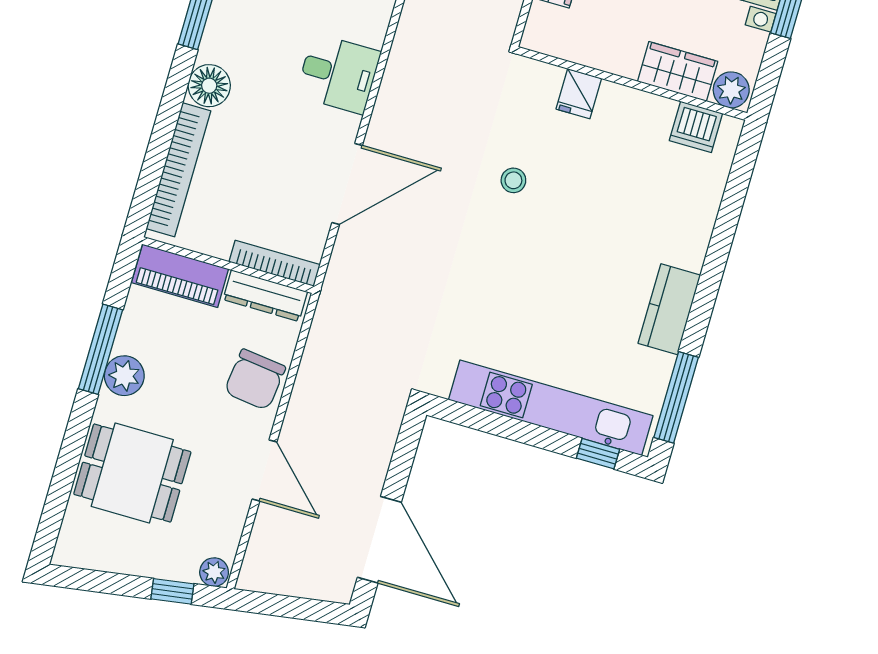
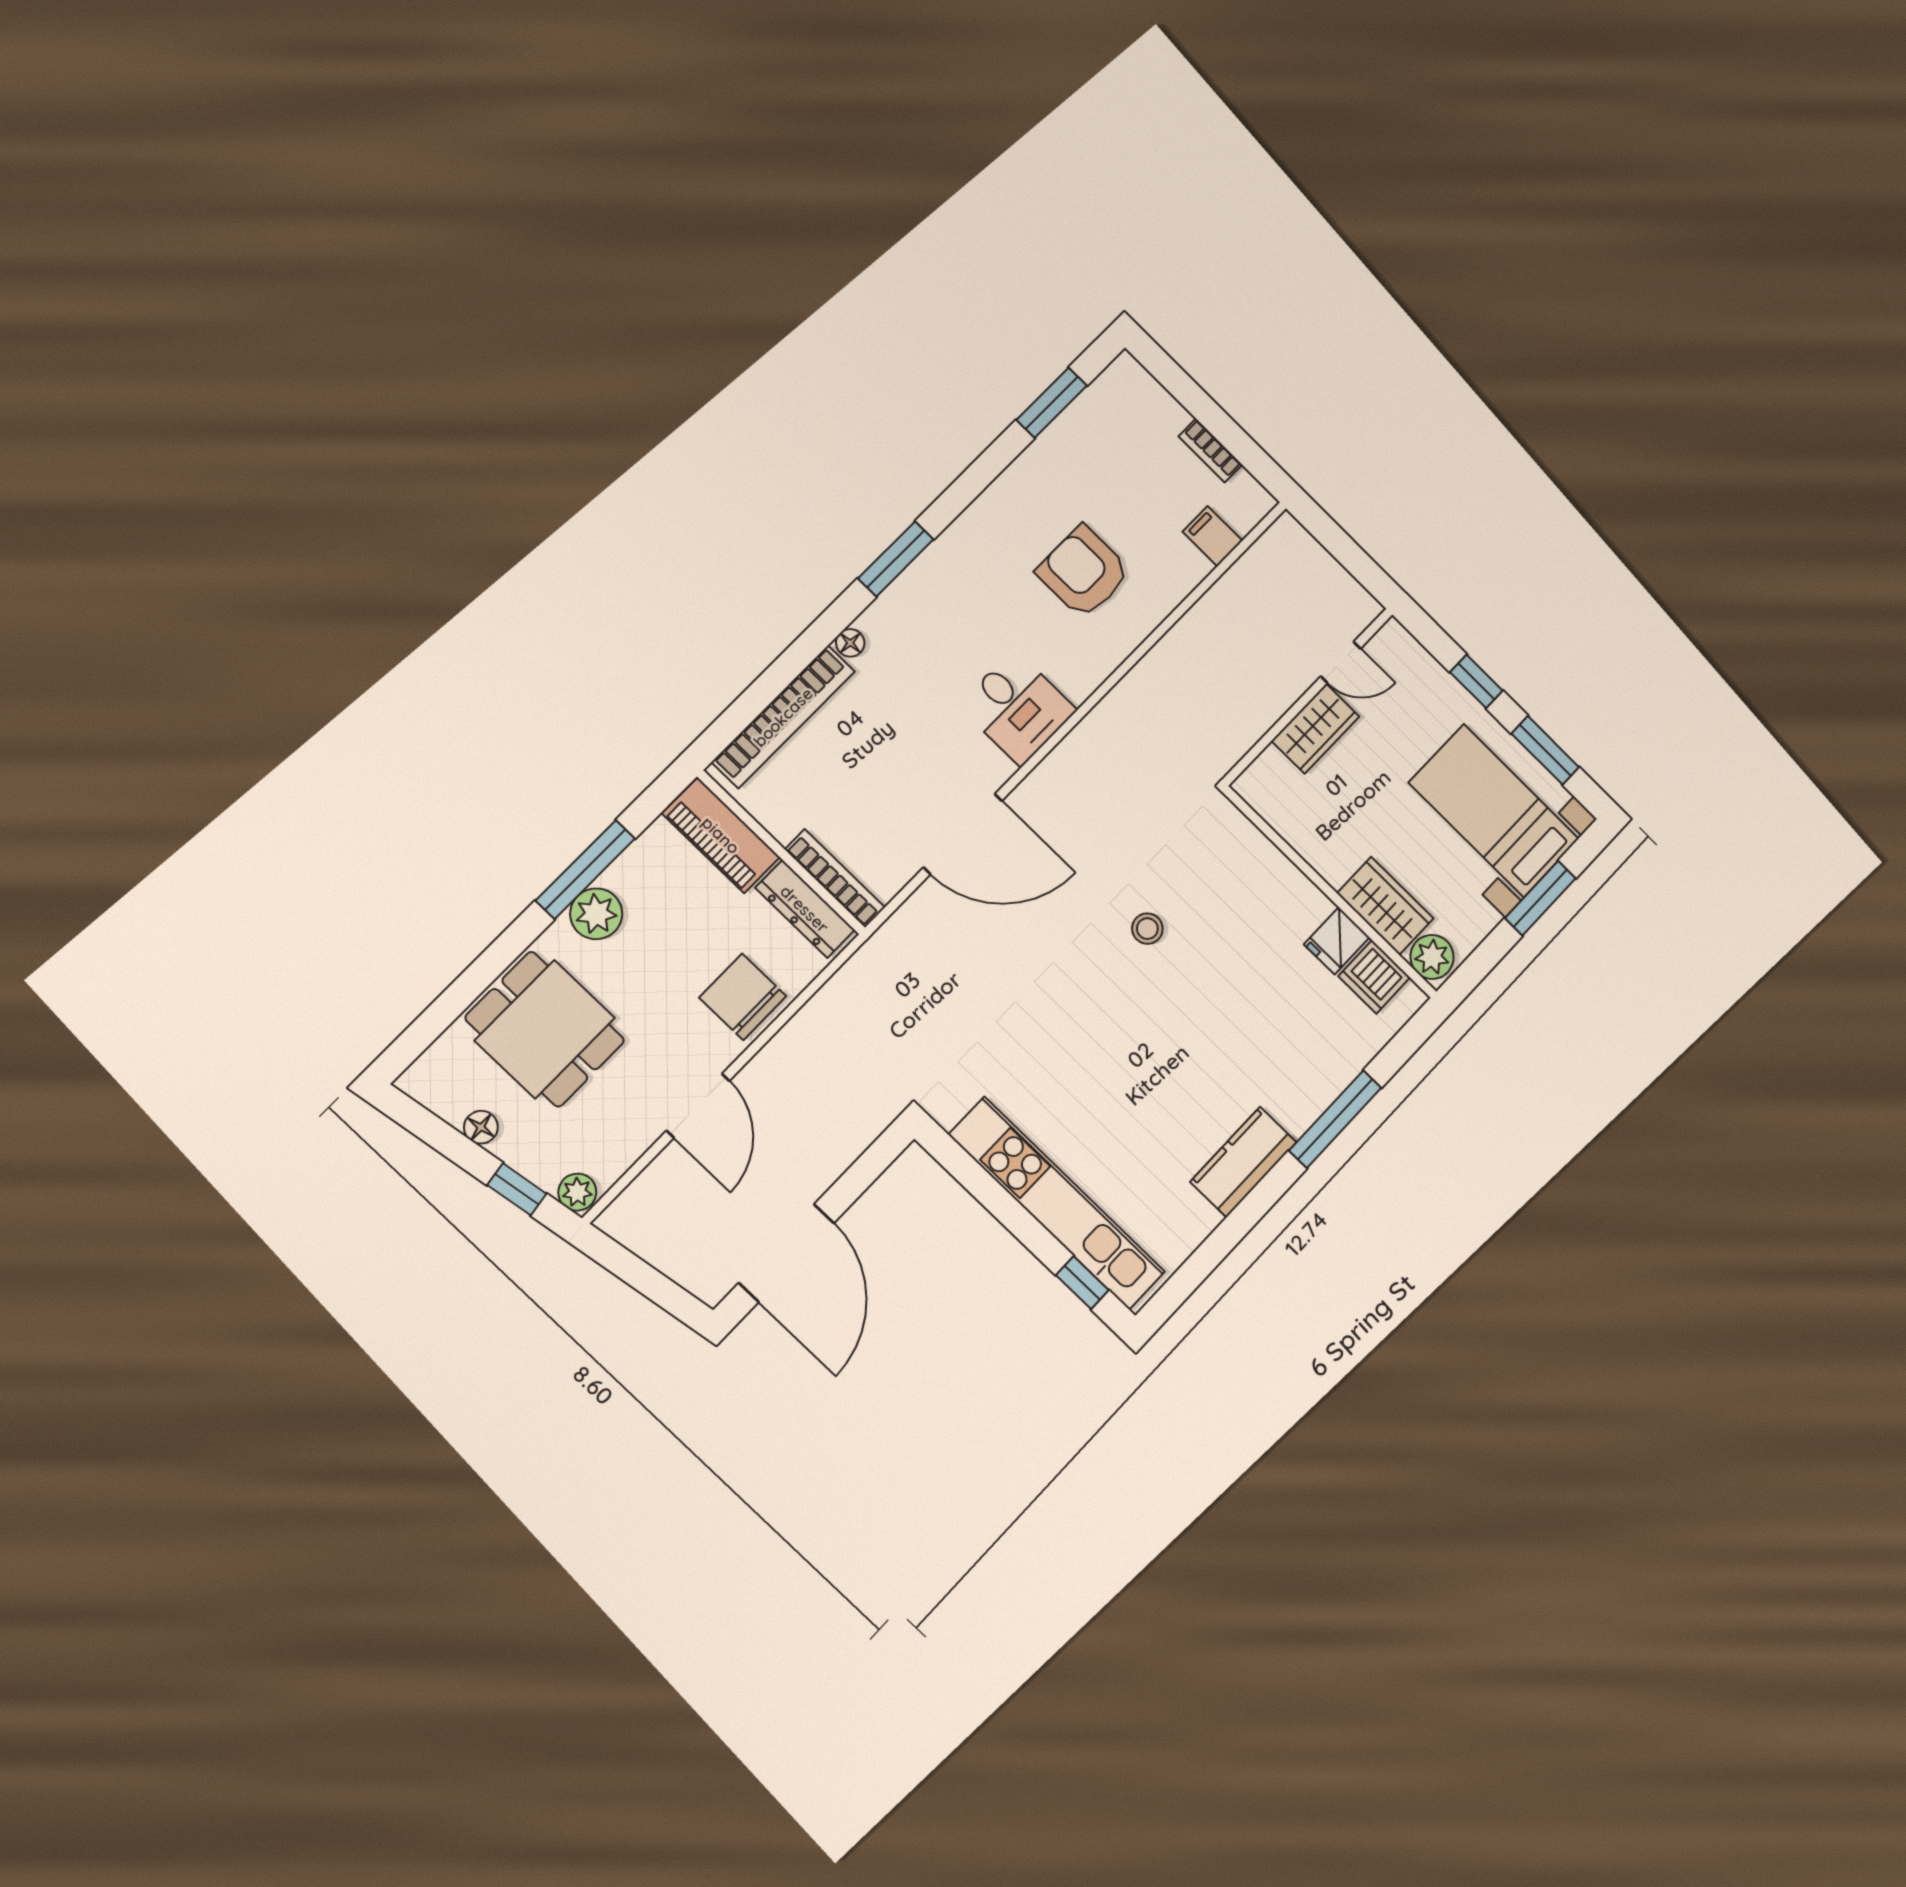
floor lamp: (209, 86) -> (850, 643), width x0.53, depth x0.53
fridge: (579, 94) -> (1337, 941), moved
chair: (255, 380) -> (743, 997), turned 83
window: (676, 397) -> (1335, 1119), moved
floor lamp: (125, 562) -> (481, 1127), added

